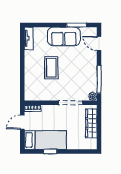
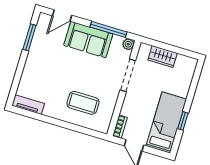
sofa: (64, 36) -> (88, 40), moved, turned 90
coffee table: (51, 68) -> (83, 103), moved
wardrobe: (91, 123) -> (163, 56), width x0.67

